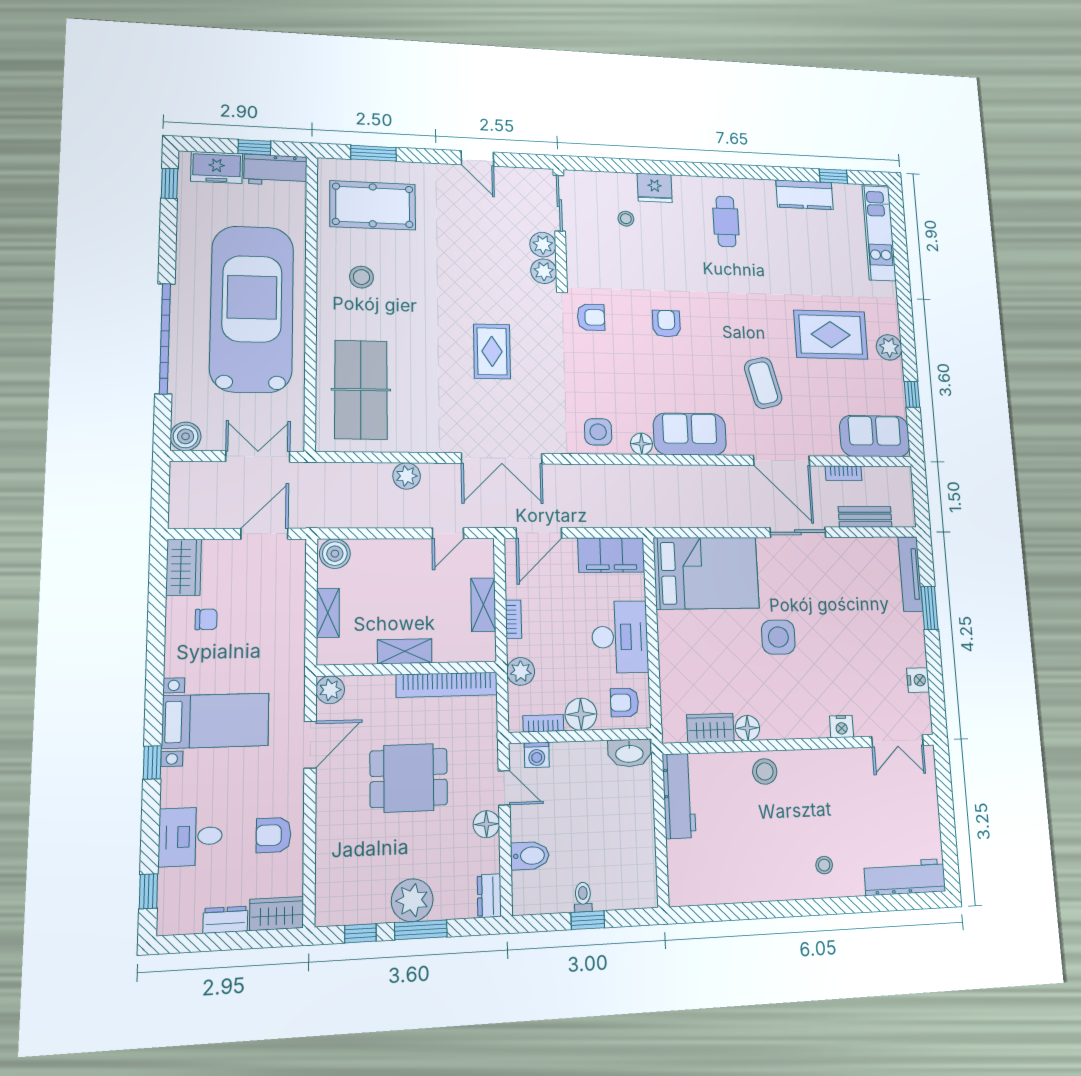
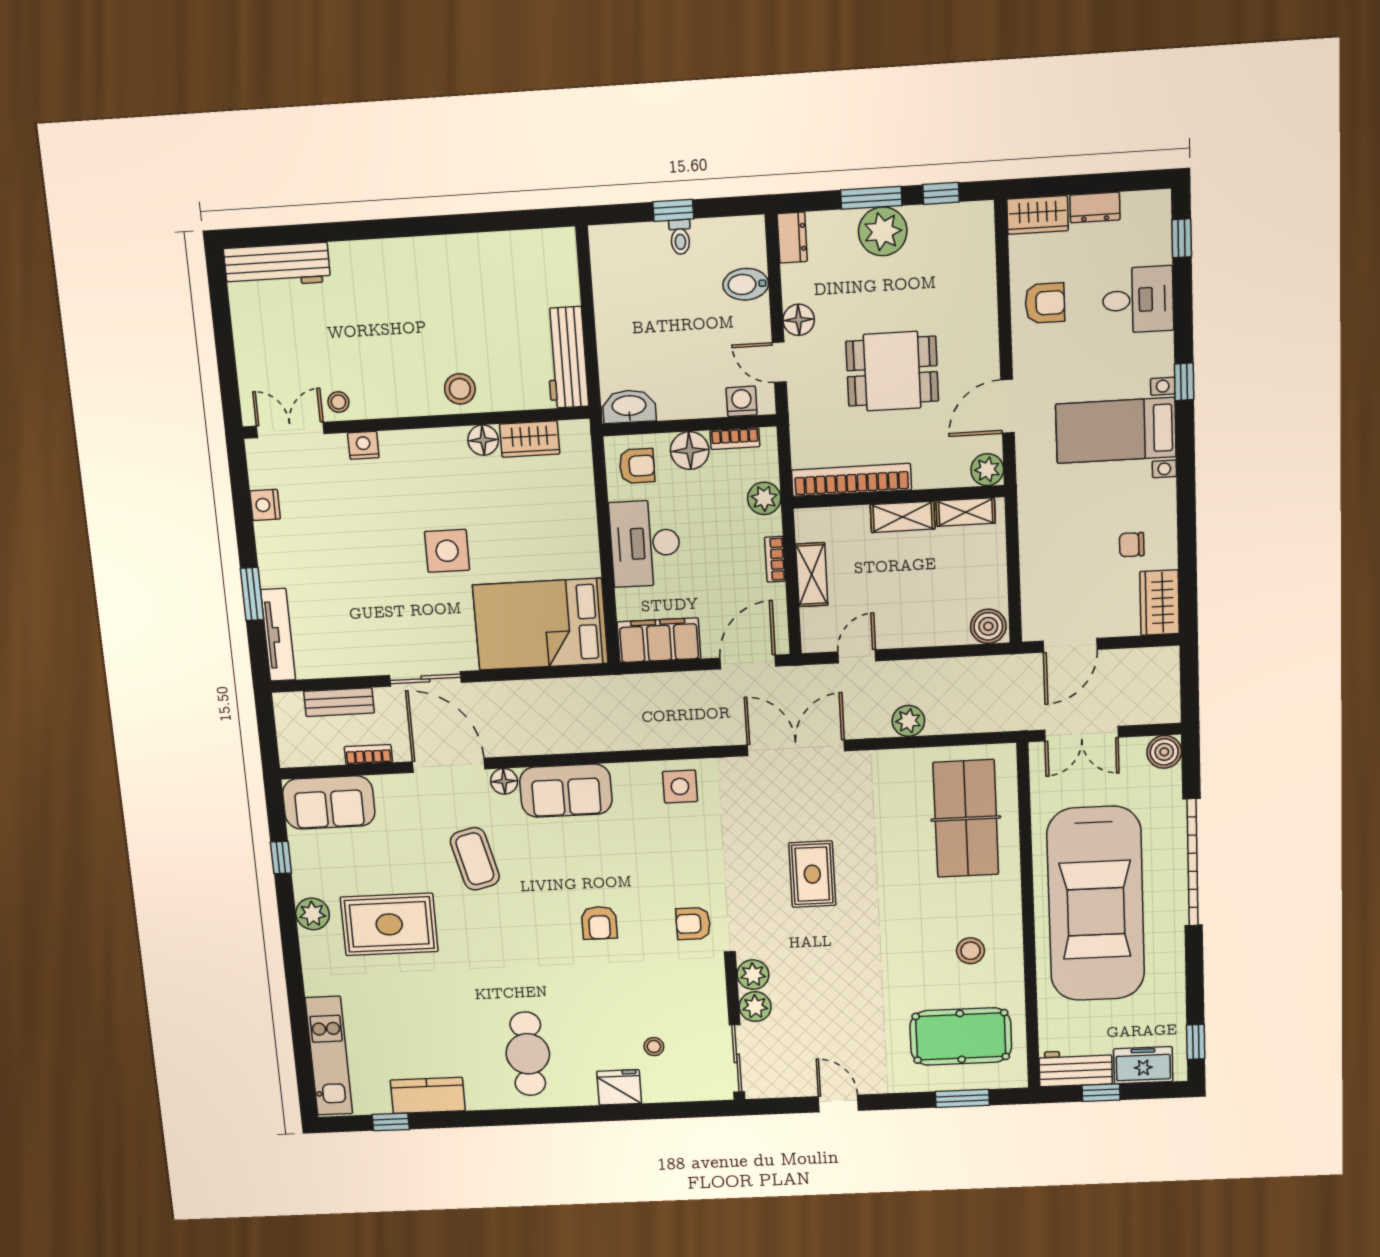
cafe table: (726, 221) -> (528, 1054), width x1.37, depth x1.35
floor lamp: (641, 444) -> (504, 781), moved
shelving: (328, 613) -> (966, 512), moved, turned 90
stool: (824, 865) -> (338, 402), moved

